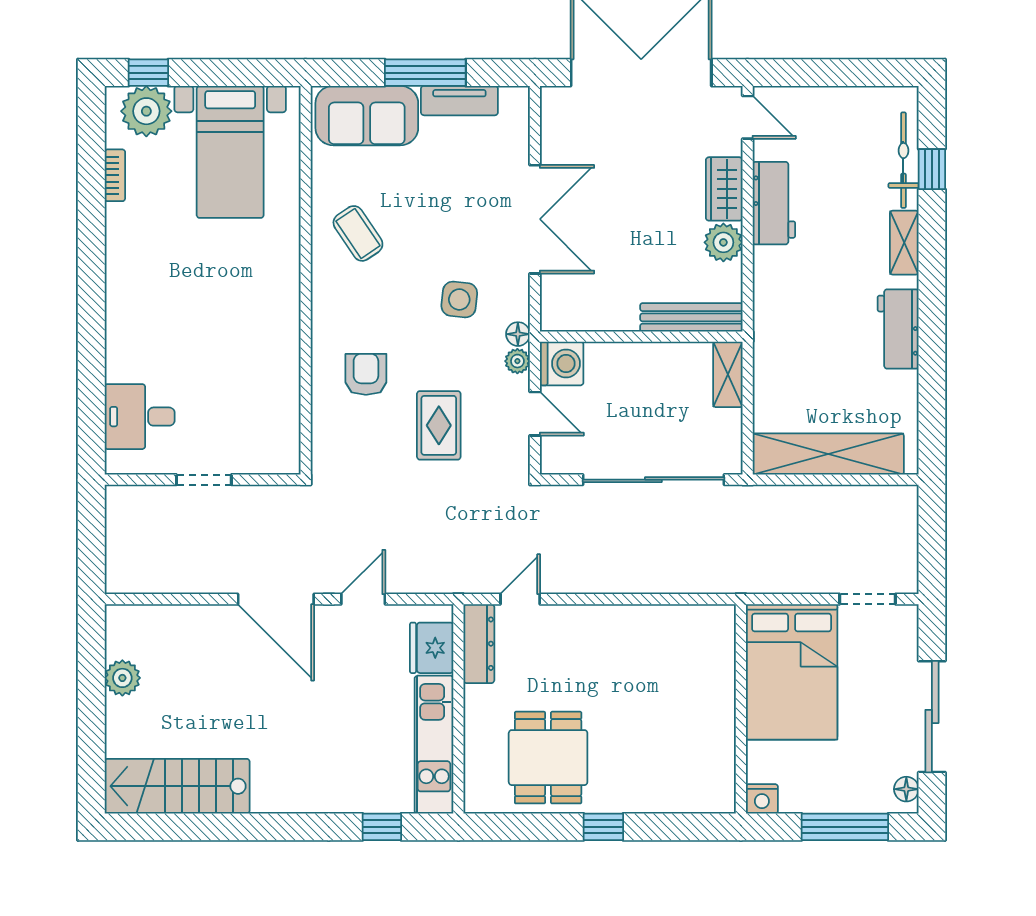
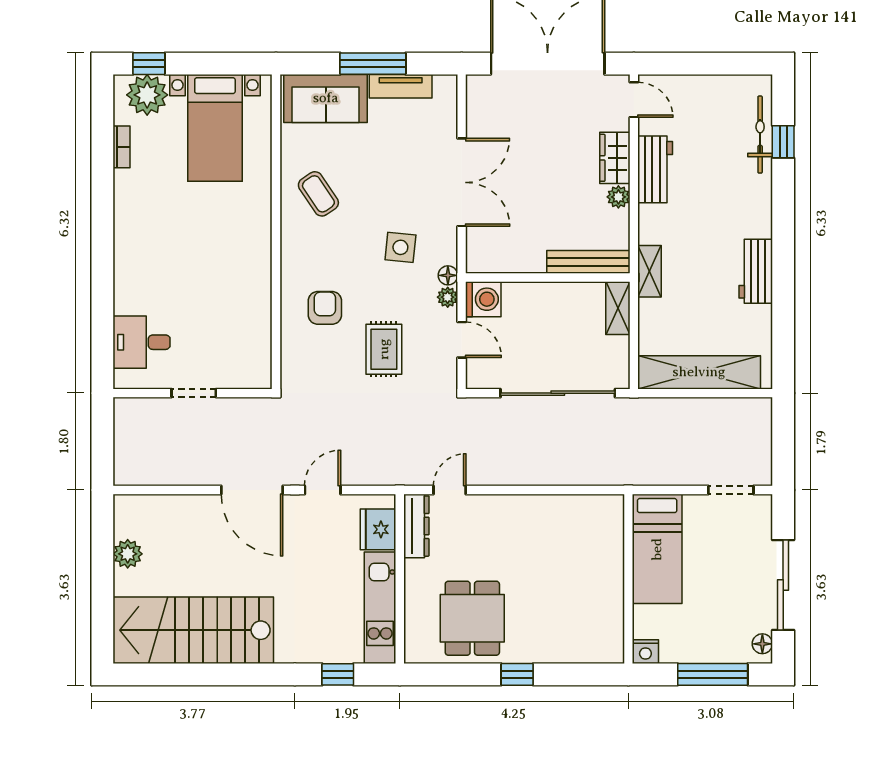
plant: (723, 242) -> (618, 197), width x0.73, depth x0.73
shelving: (904, 243) -> (649, 271), moved
bed: (792, 672) -> (657, 549), width x0.67
stairs: (177, 786) -> (193, 630), width x1.36, depth x1.51

